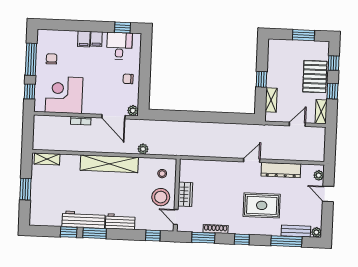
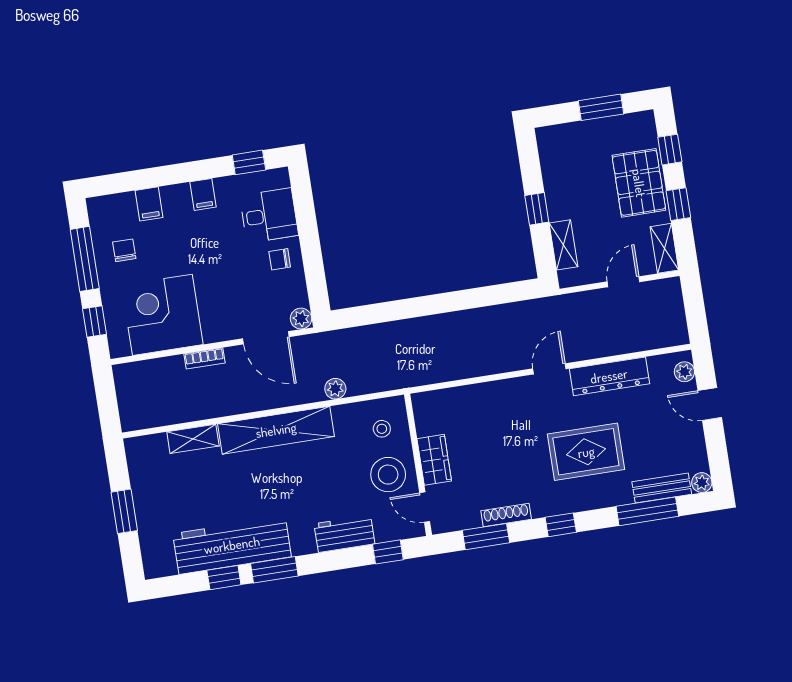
filing cabinet: (84, 39) -> (149, 204), moved
desk: (119, 46) -> (269, 215), moved, turned 90
shelving: (47, 159) -> (193, 439), moved
workbench: (83, 220) -> (232, 545), width x1.36, depth x1.32
workbench: (120, 222) -> (344, 534), moved

